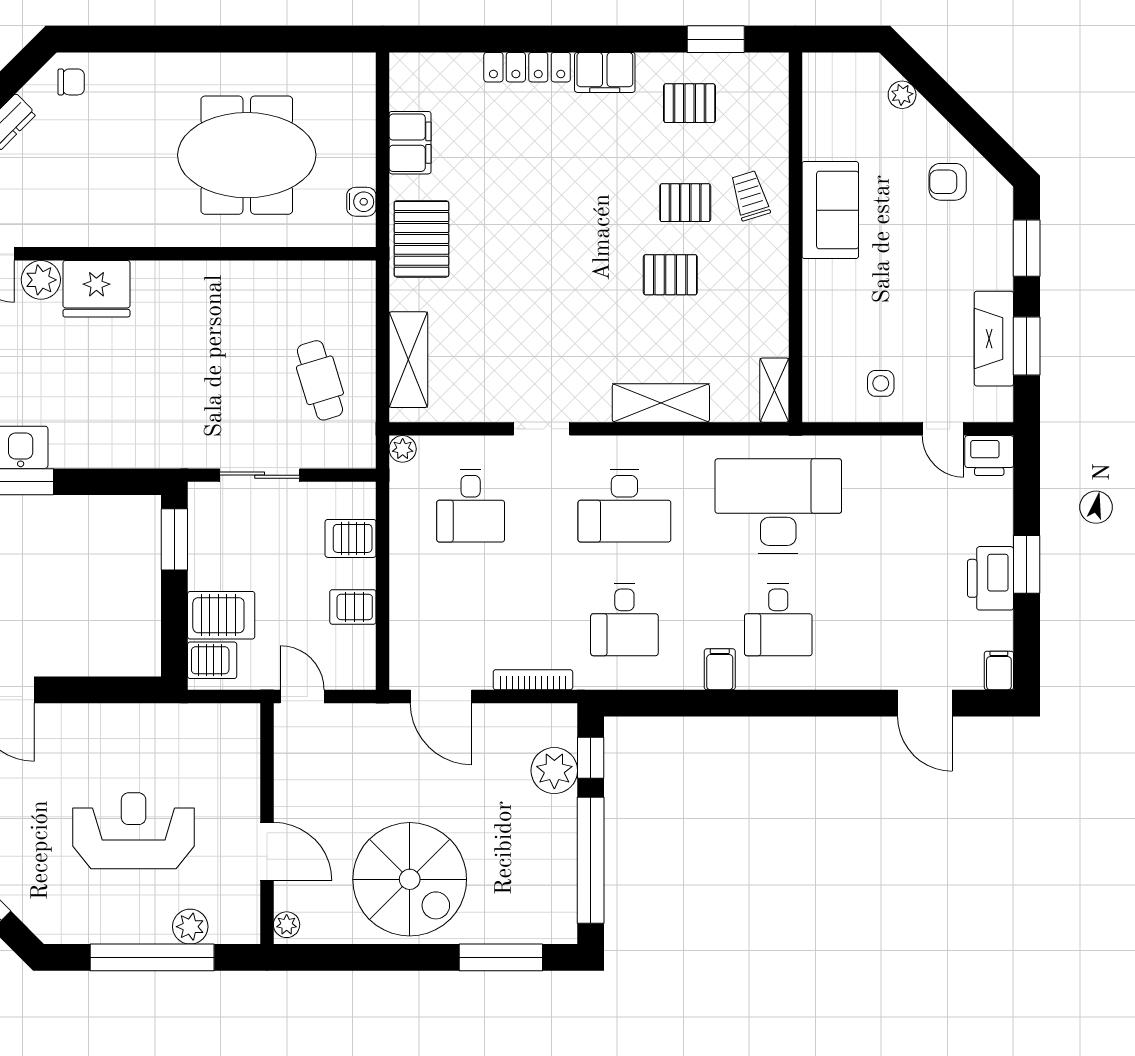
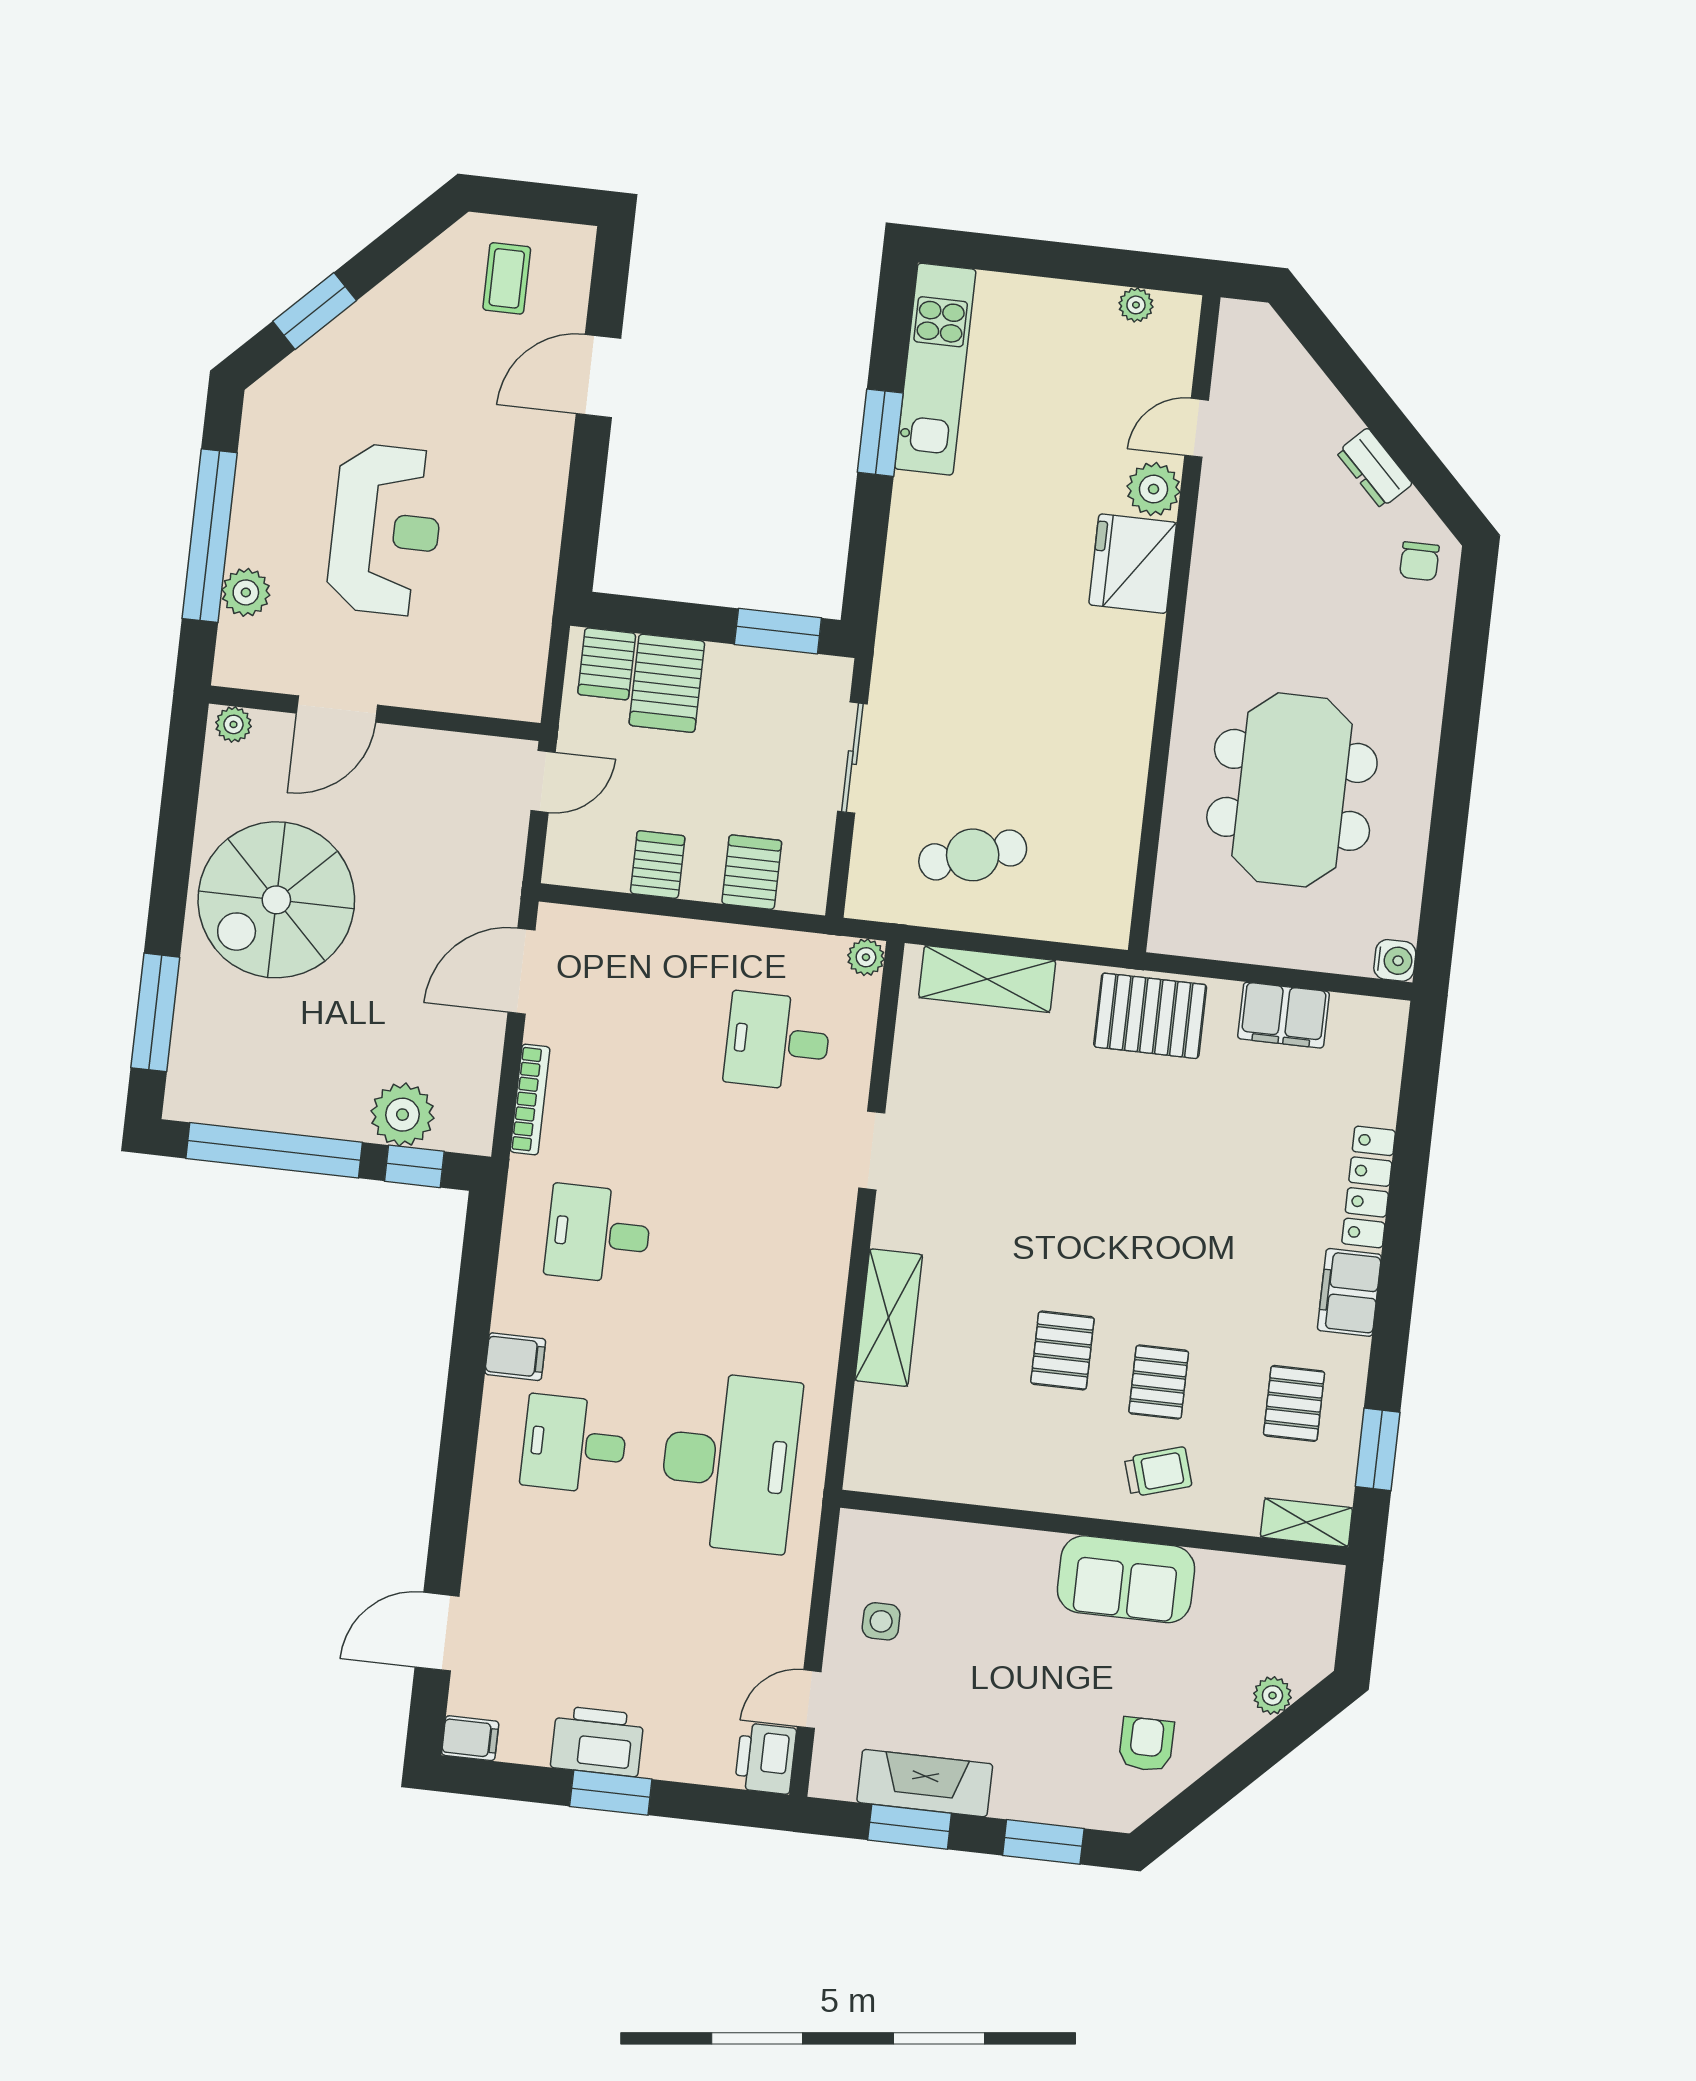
water cooler: (361, 202) -> (1395, 960), moved, turned -90
shelving: (774, 390) -> (1306, 1522), moved
desk: (624, 506) -> (754, 1252), removed

